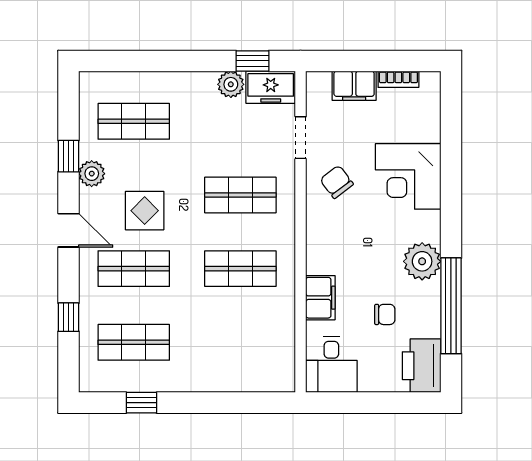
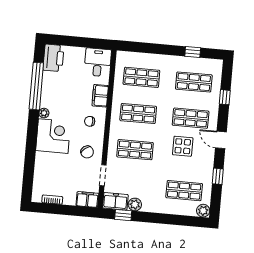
filing cabinet: (354, 86) -> (87, 200), moved
plant: (92, 174) -> (203, 211), moved
corner desk: (408, 176) -> (53, 136), moved
plant: (422, 261) -> (44, 113), width x0.53, depth x0.53
chair: (385, 314) -> (90, 121), moved
shop shelf: (240, 342) -> (141, 77), added

